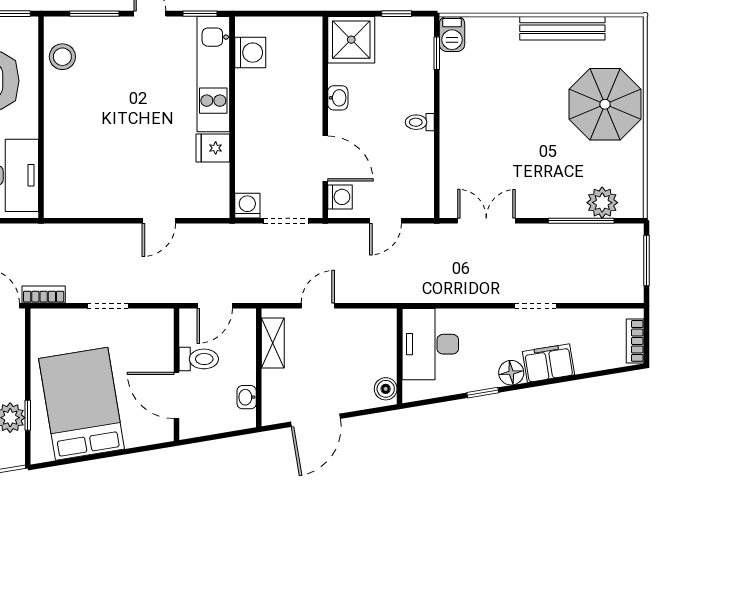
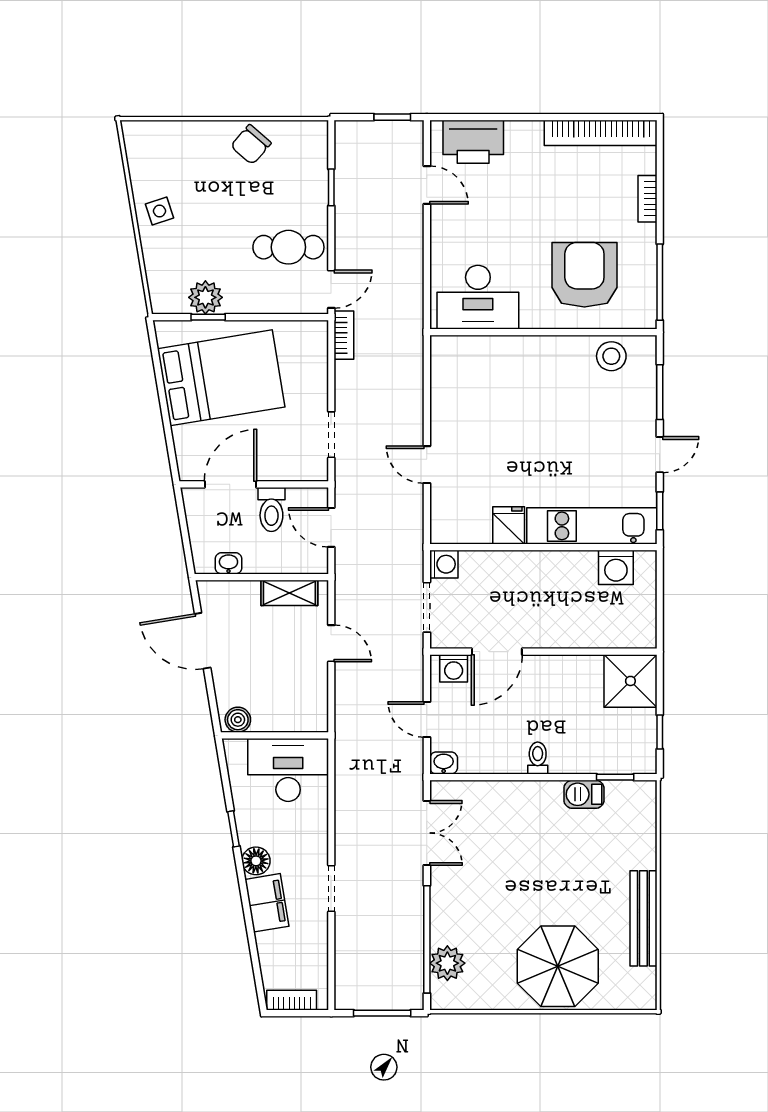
barbecue: (452, 34) -> (584, 794), moved
washbasin: (338, 98) -> (444, 763), moved, turned 180
window: (581, 221) -> (427, 939), width x1.46
doorway: (108, 306) -> (331, 435), moved

